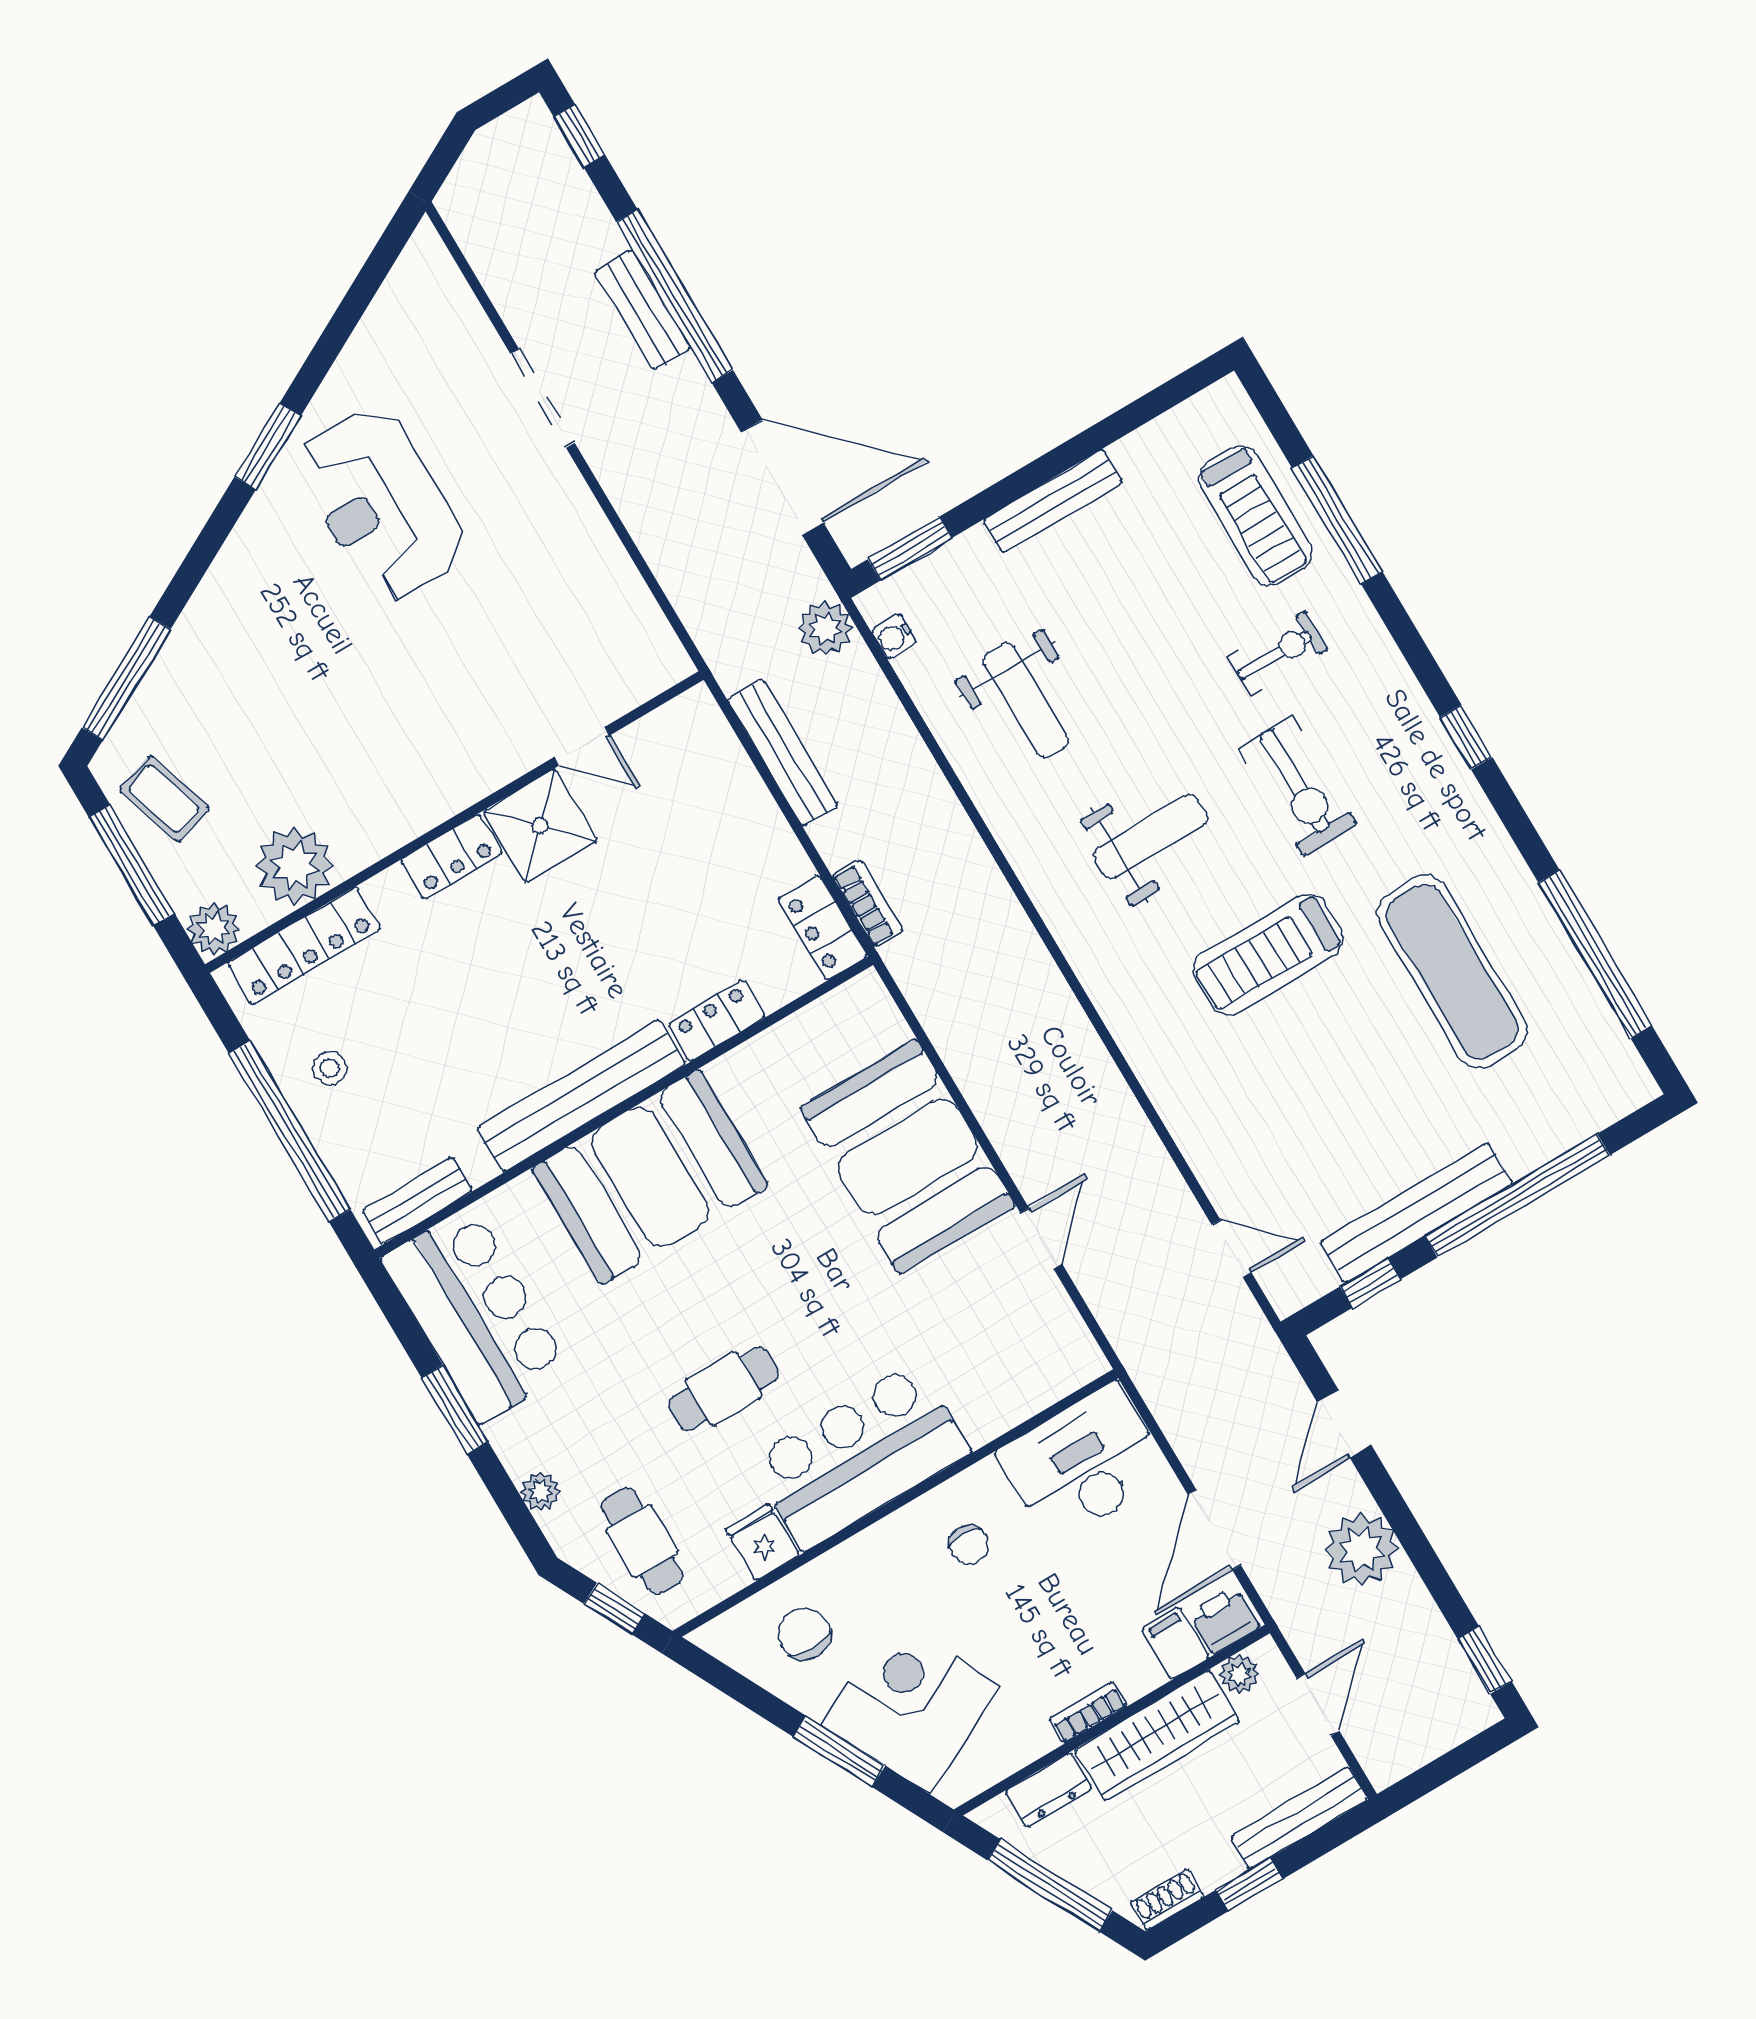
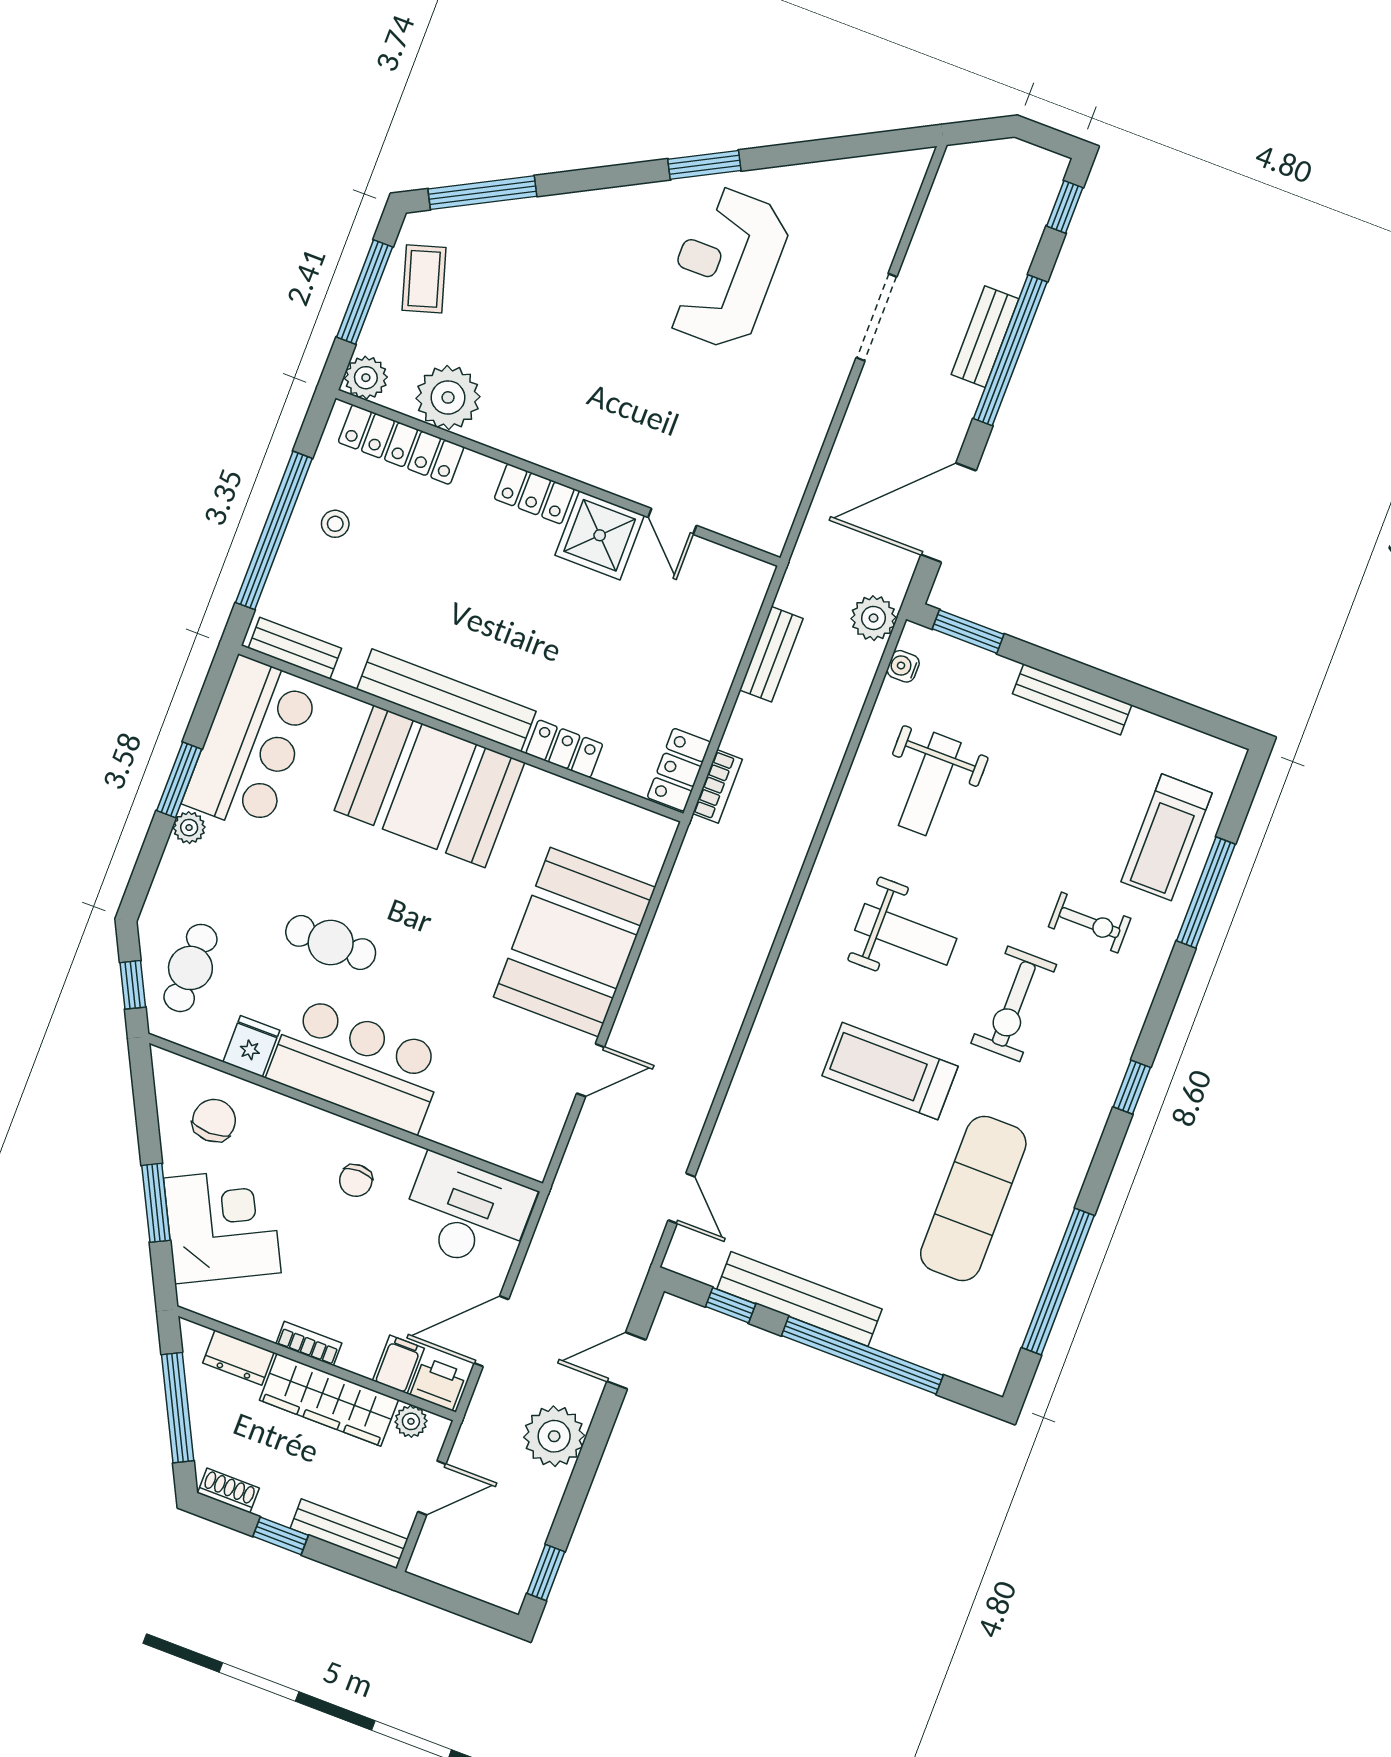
door: (782, 477) -> (949, 513), swing flipped
bench: (783, 753) -> (771, 654), width x0.73
plant: (540, 1491) -> (189, 828), moved

